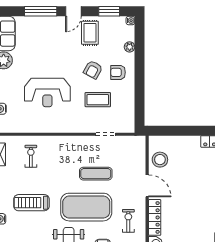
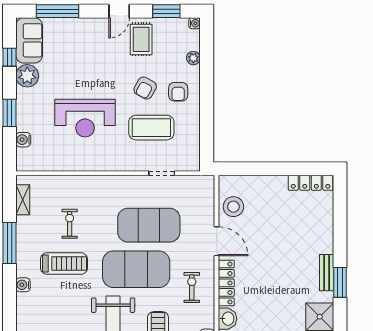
window: (41, 11) -> (57, 11), moved
armchair: (118, 72) -> (178, 92), turned -90
coffee table: (98, 100) -> (151, 128), width x1.36, depth x1.32
exercise bike: (31, 156) -> (70, 224), moved
exercise mat: (96, 174) -> (149, 225), width x2.00, depth x1.45
treadmill: (31, 203) -> (64, 263), turned 180

